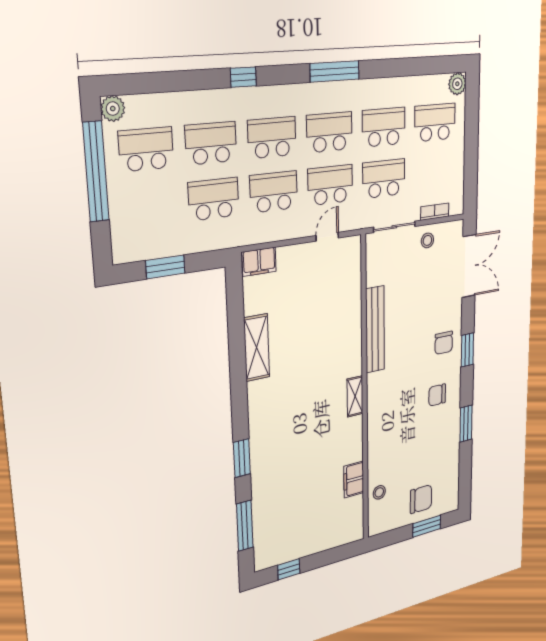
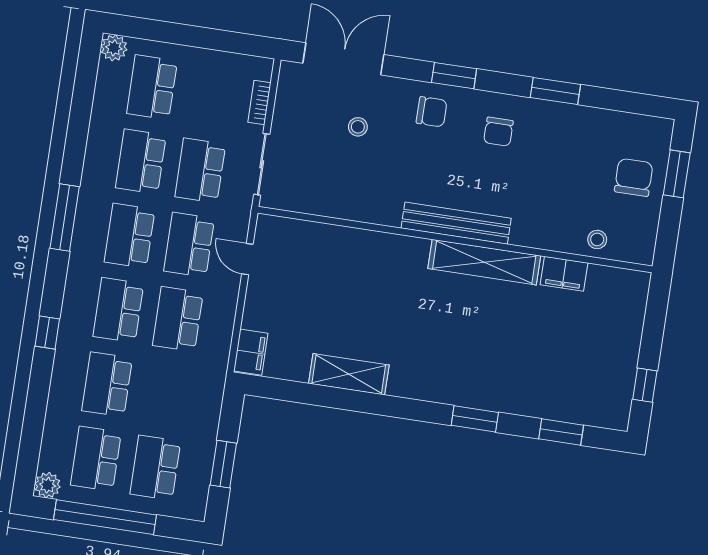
school desk: (214, 199) -> (155, 468), moved
stool: (427, 240) -> (358, 127), moved
bench: (375, 329) -> (456, 223), moved
shelving: (355, 396) -> (484, 262), width x2.20, depth x1.33
window: (245, 526) -> (561, 432), width x0.69

